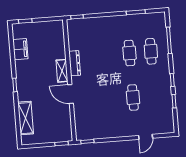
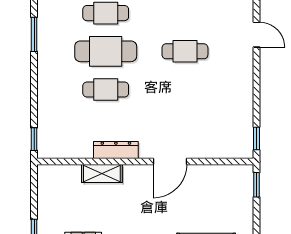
cafe table: (129, 53) -> (106, 51), width x1.37, depth x1.35
cafe table: (108, 55) -> (106, 90), added
shelving: (62, 71) -> (102, 173), moved

